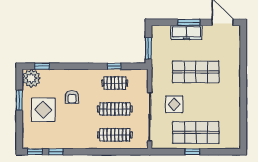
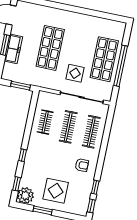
window: (114, 66) -> (23, 155), moved
armchair: (72, 97) -> (82, 165), moved
window: (192, 152) -> (121, 66), width x3.17

